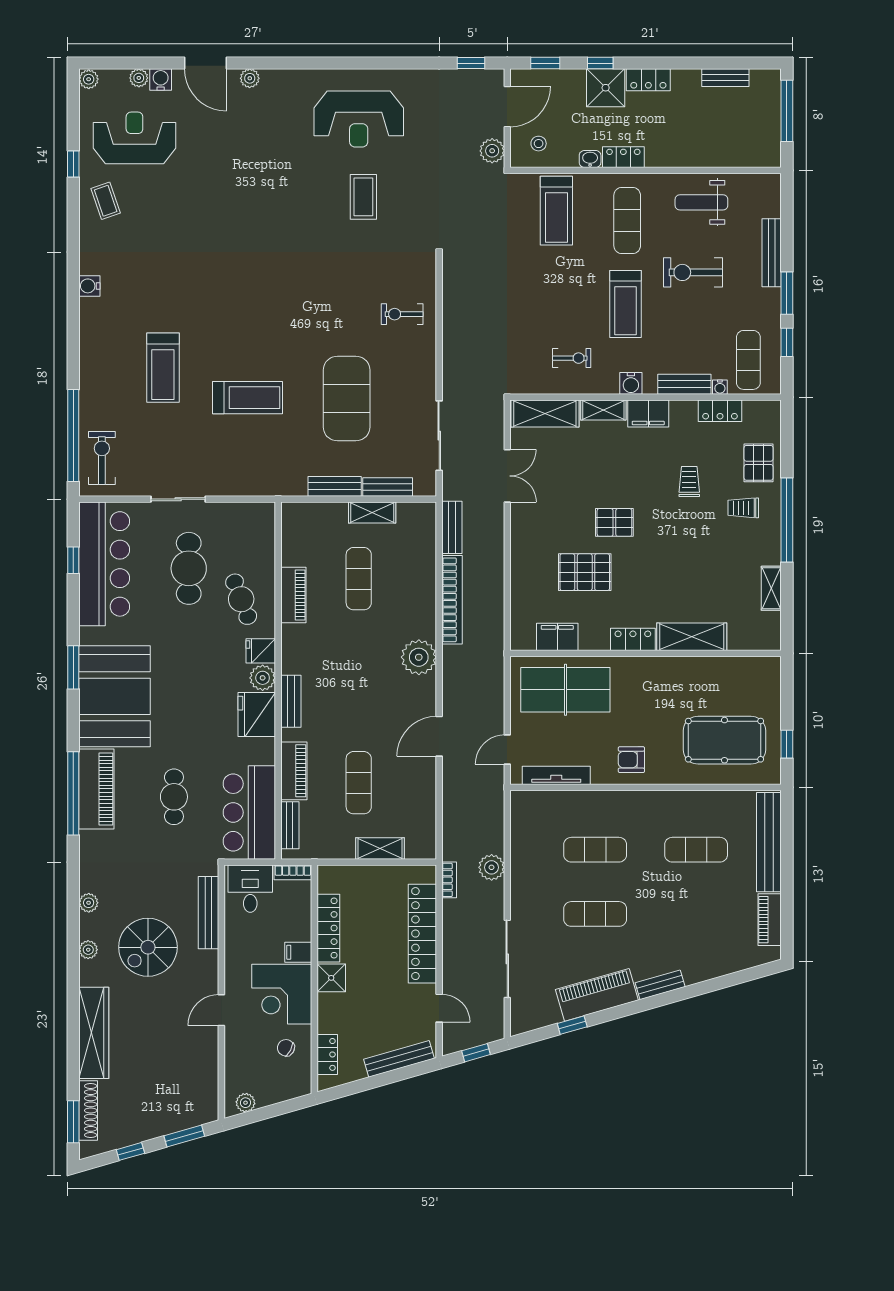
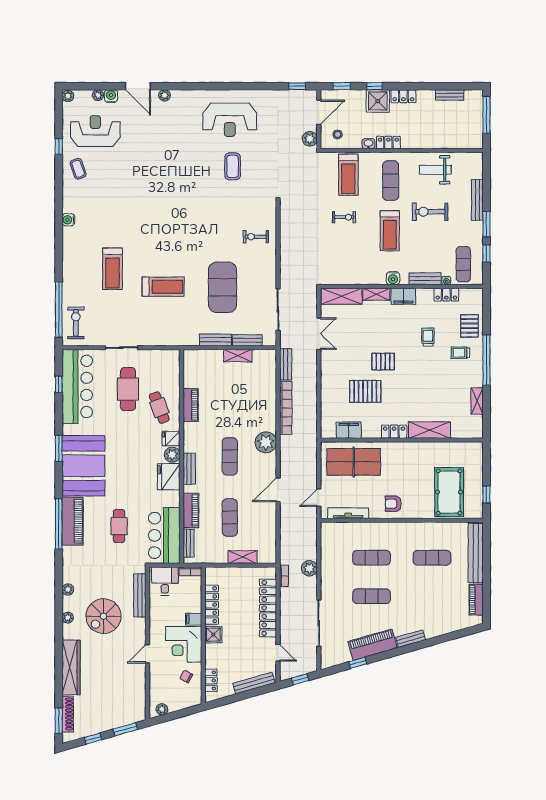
exercise bike: (572, 358) -> (344, 217), moved
exercise mat: (359, 579) -> (230, 456), moved
pool table: (724, 740) -> (449, 492), turned 90

